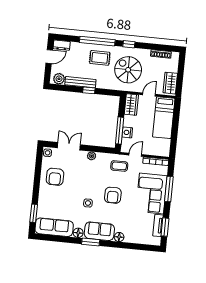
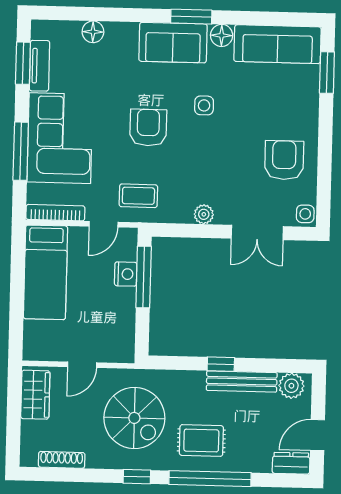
wardrobe: (131, 105) -> (121, 339), removed
bed: (164, 118) -> (46, 272), moved, turned 180
floor lamp: (119, 237) -> (93, 32), moved

